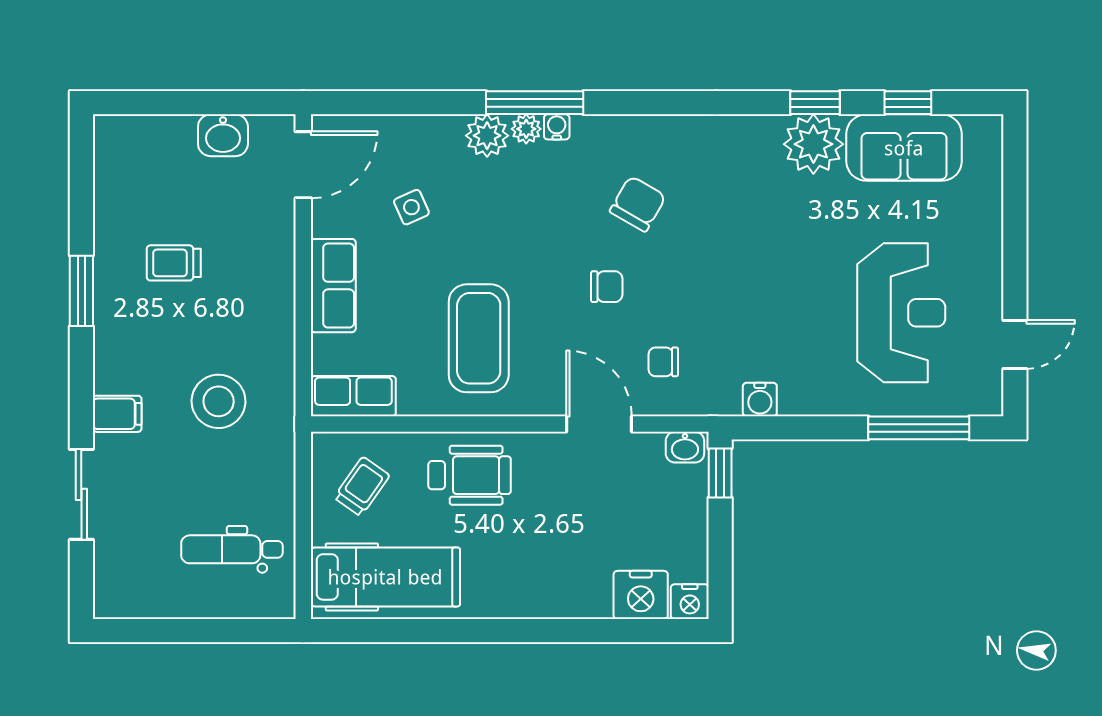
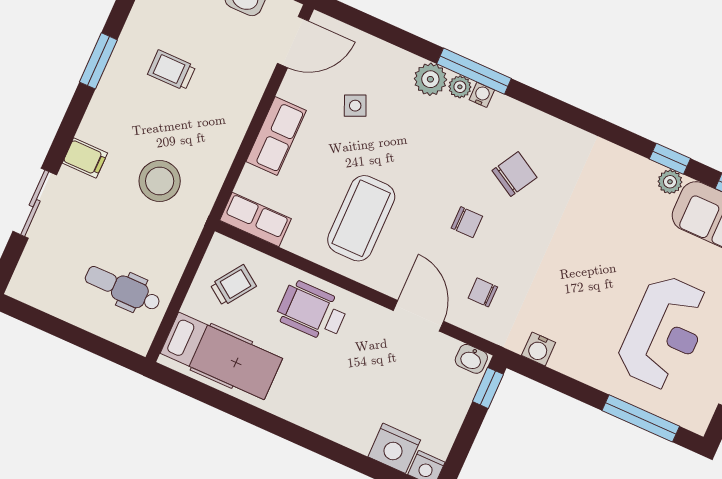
plant: (813, 144) -> (670, 182), width x0.53, depth x0.53
wheelchair: (470, 475) -> (312, 311), turned 180

